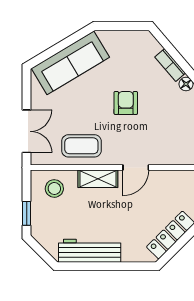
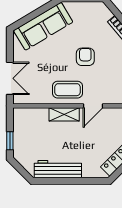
coffee table: (81, 146) -> (68, 90), moved
stool: (54, 188) -> (31, 122), removed

